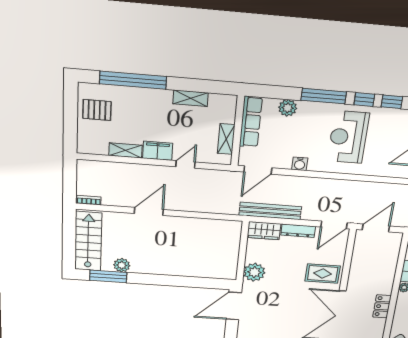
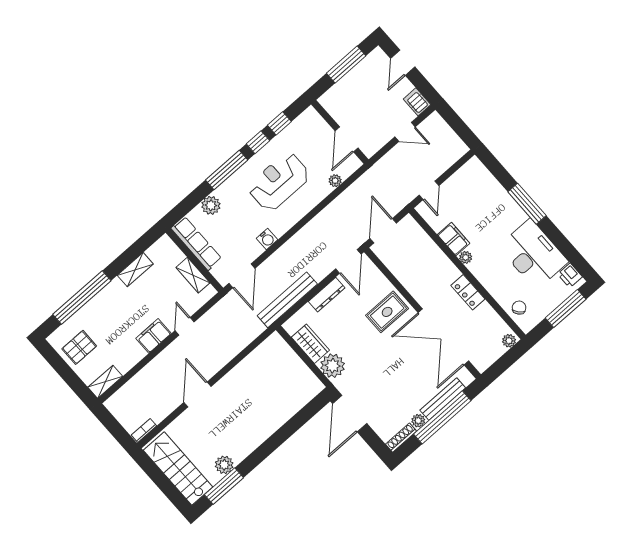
reception desk: (348, 137) -> (279, 182), turned 90
shelving: (125, 150) -> (105, 382), moved
plant: (383, 171) -> (335, 181), added
wardrobe: (264, 231) -> (310, 344), moved, turned -90

